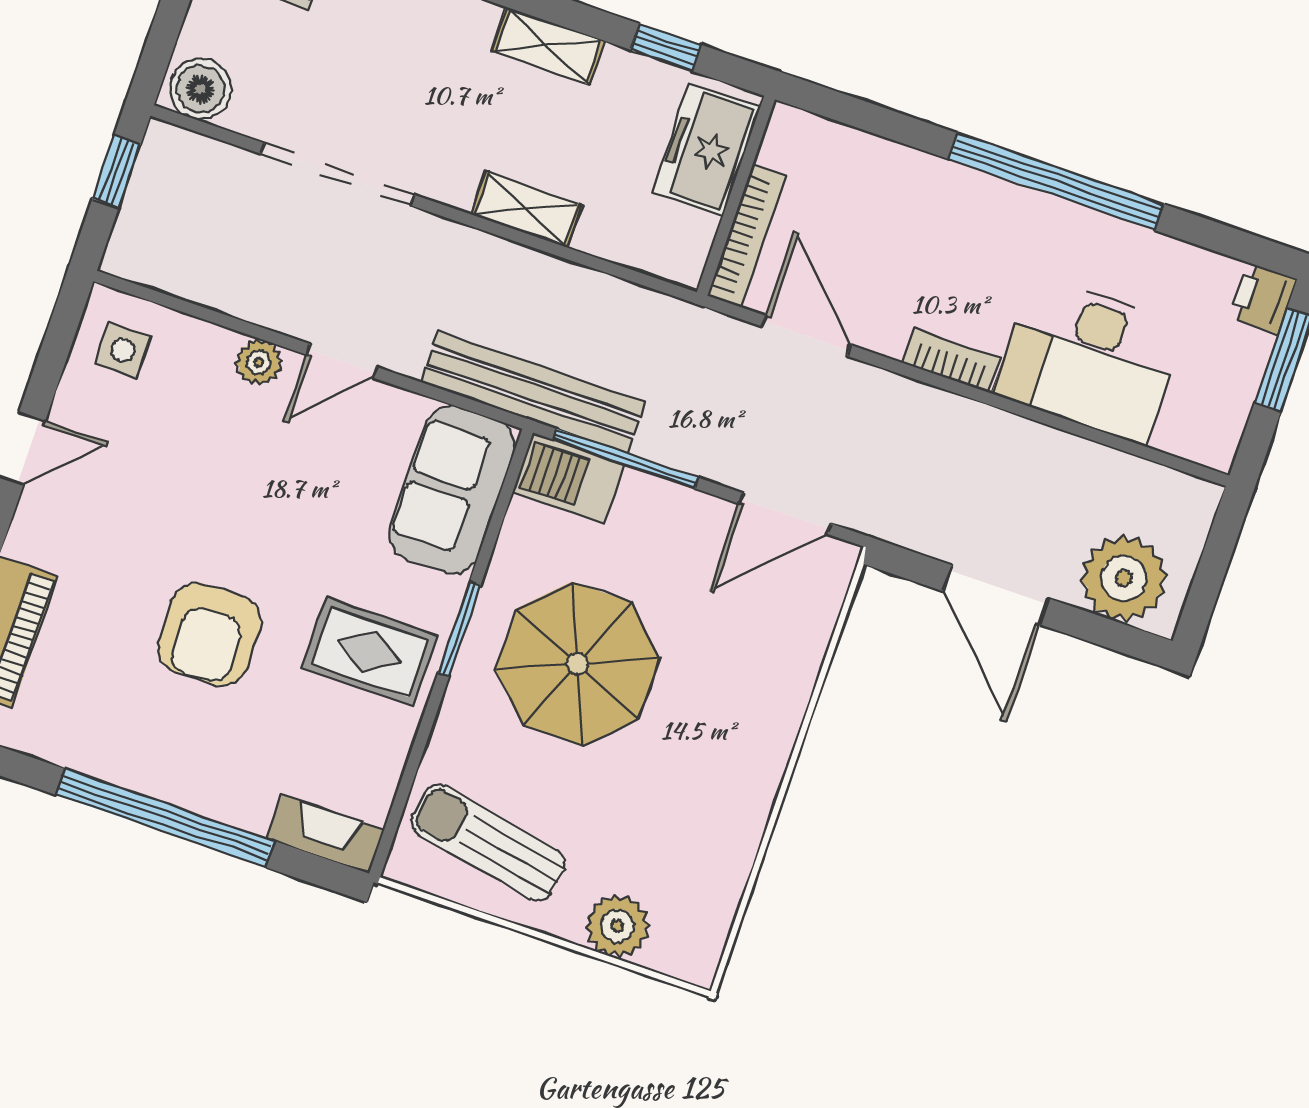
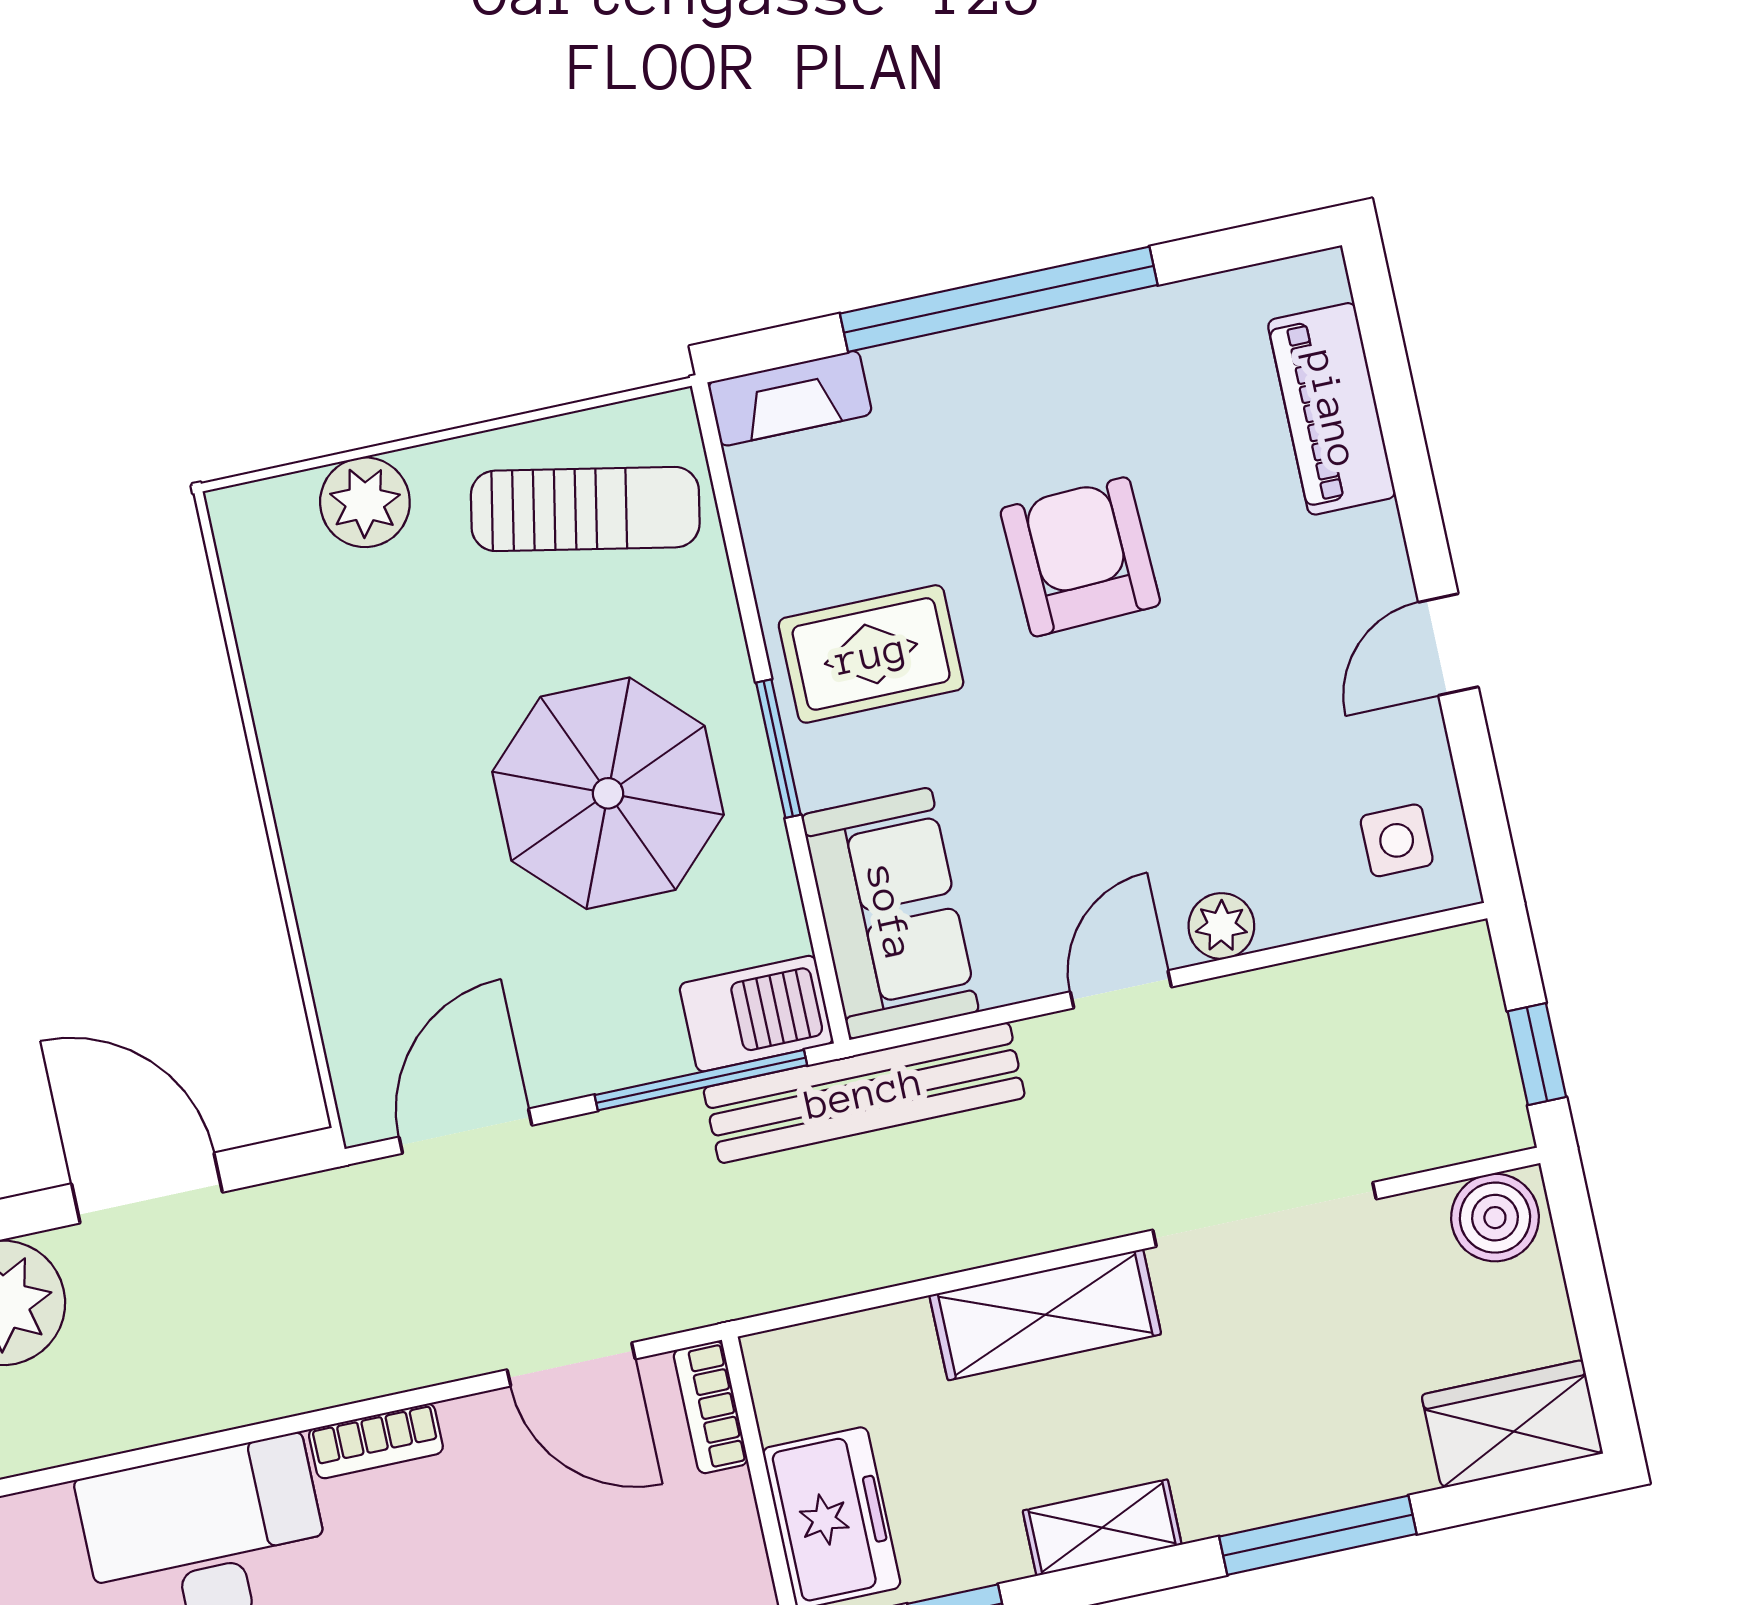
shelving: (526, 209) -> (1045, 1315), width x1.50, depth x1.33
bookcase: (747, 236) -> (711, 1407), width x0.64

